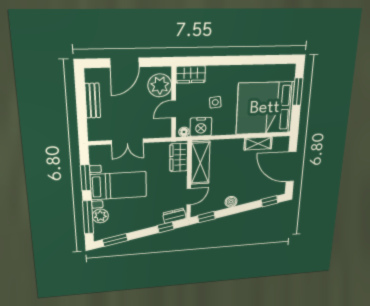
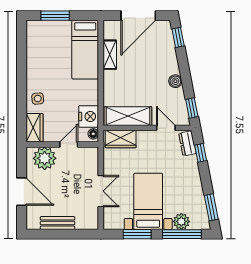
side table: (215, 102) -> (38, 99), moved
bed: (265, 108) -> (85, 50), width x0.49
door: (174, 109) -> (69, 144), swing flipped

